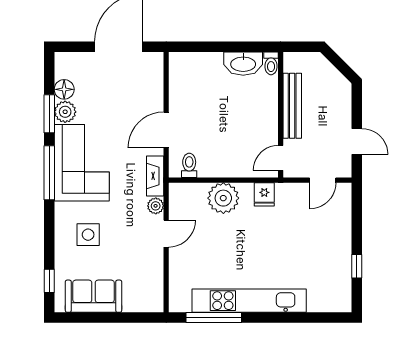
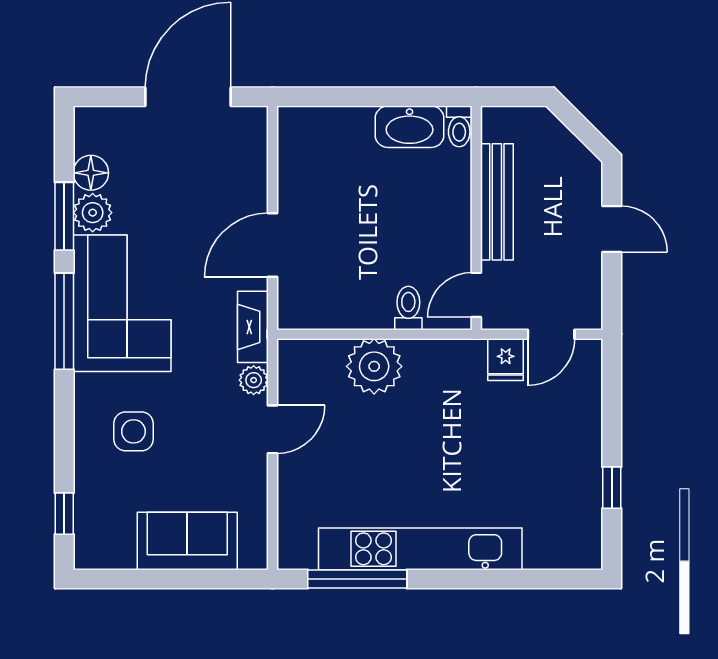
door: (357, 141) -> (612, 229), moved
toilet: (189, 165) -> (408, 308), moved
fridge: (264, 194) -> (506, 360), moved
sofa: (93, 296) -> (187, 541), moved

